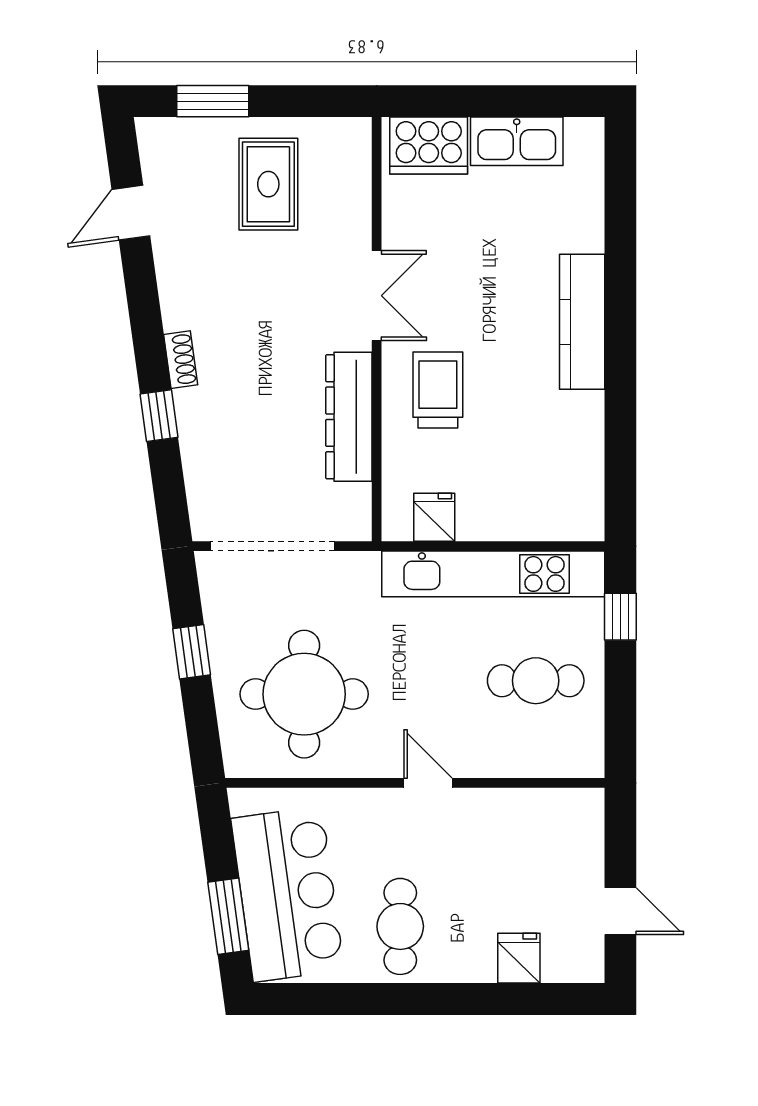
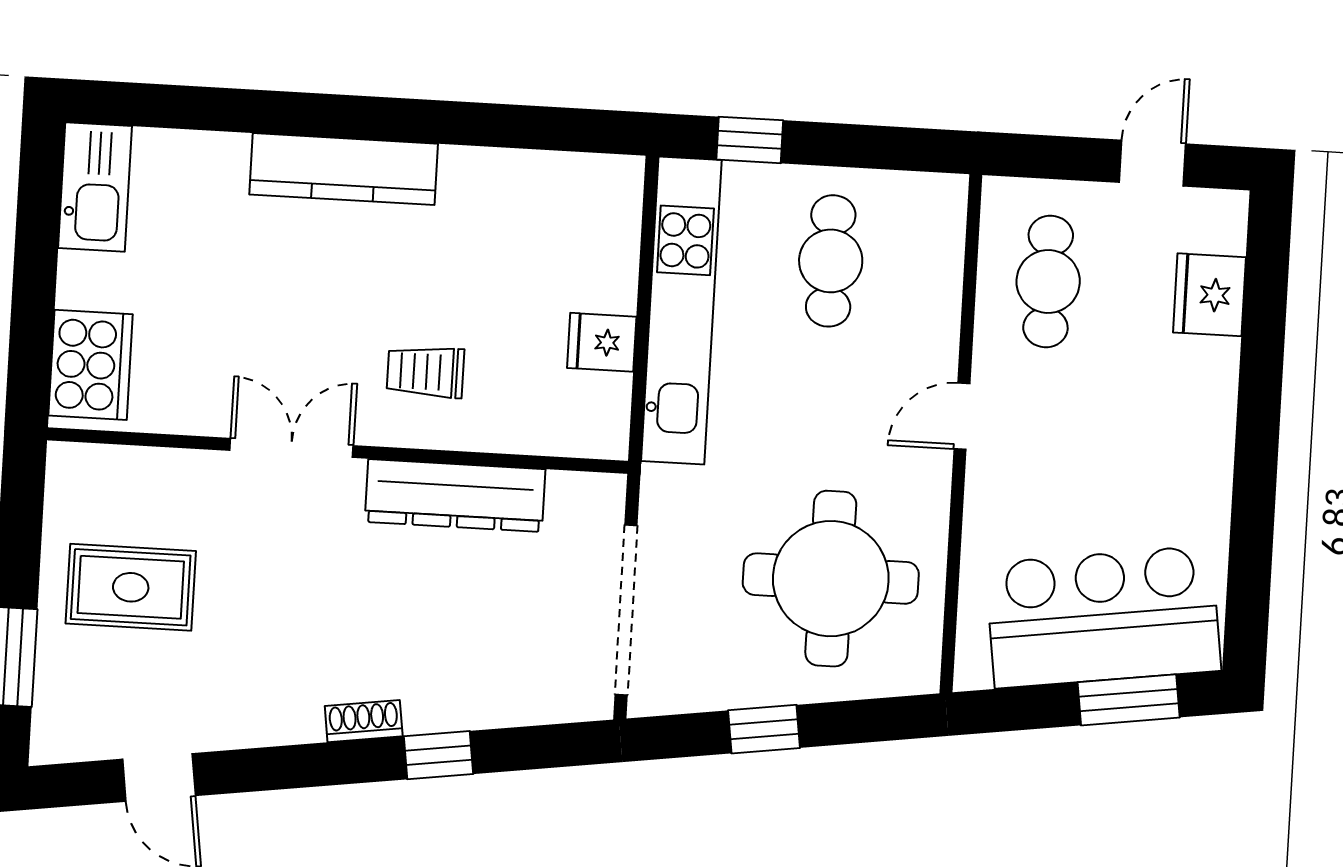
kitchen sink: (517, 141) -> (95, 187), moved
trolley: (438, 390) -> (425, 372), width x0.73, depth x0.72
fridge: (434, 517) -> (602, 342), moved
cafe table: (400, 926) -> (1048, 282), moved, turned 90
fridge: (519, 958) -> (1210, 295), width x1.38

